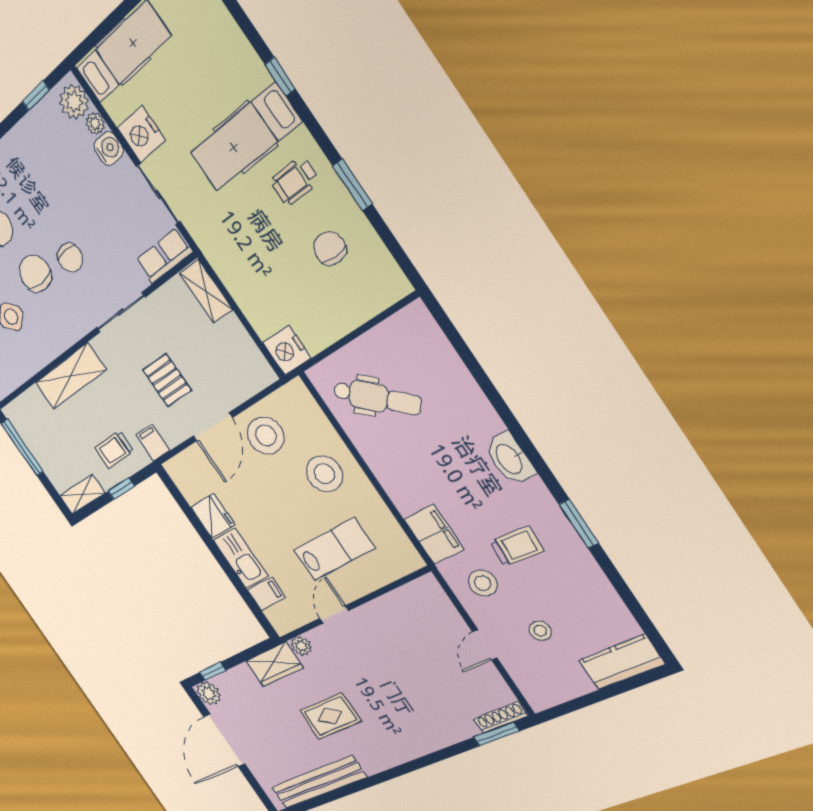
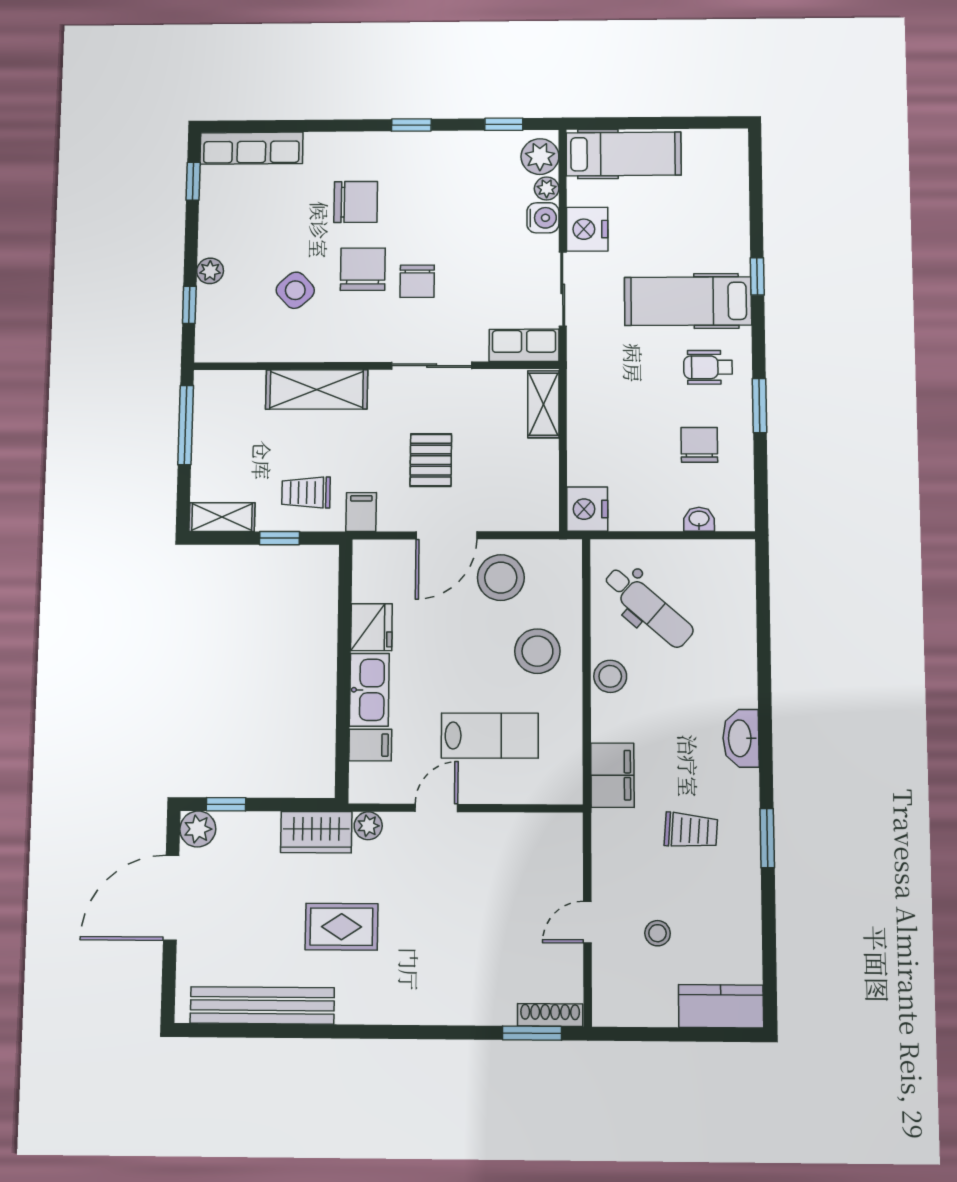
washbasin: (368, 308) -> (699, 519), added
stool: (483, 583) -> (610, 676), moved

